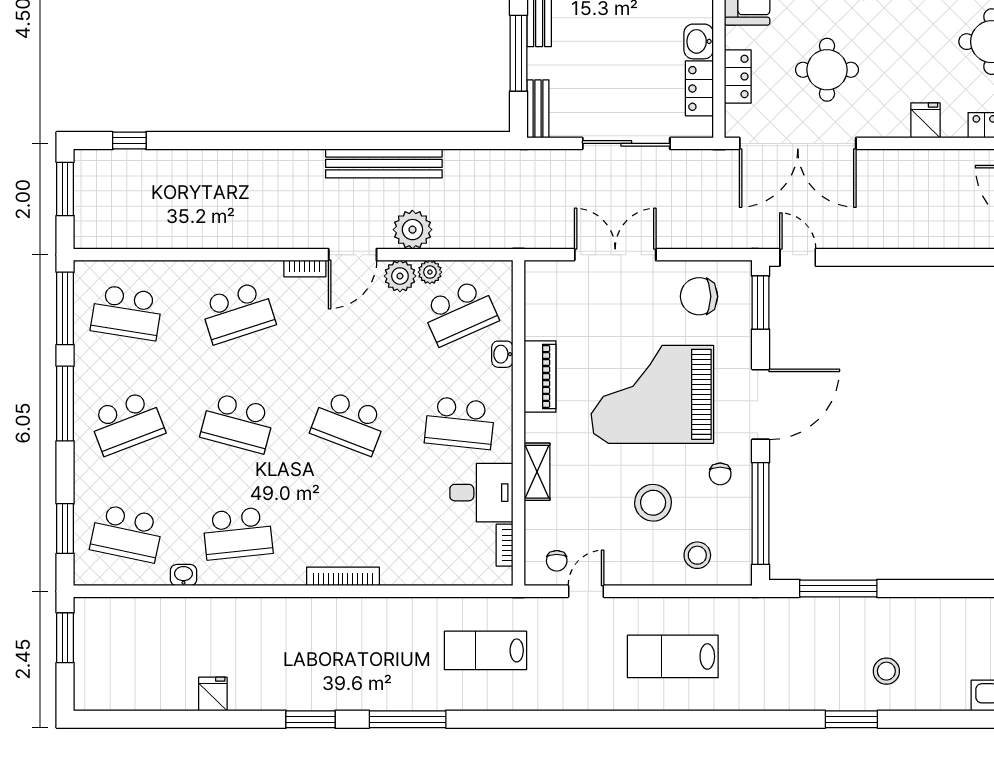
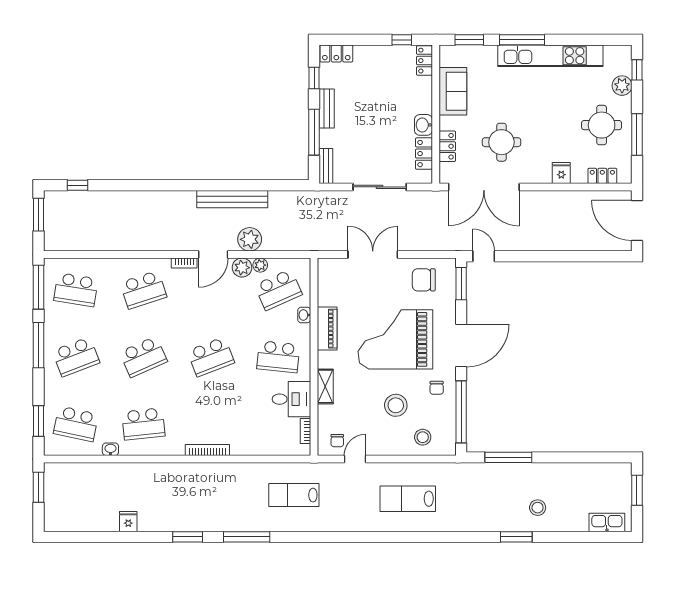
school desk: (238, 423) -> (143, 357), turned -39
school desk: (349, 423) -> (211, 357), turned -42

